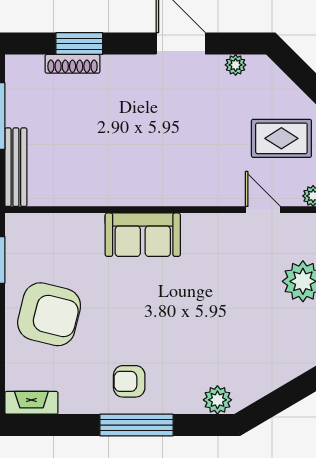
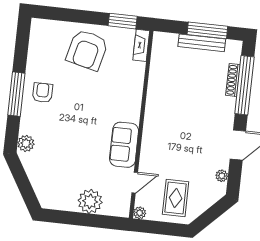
window: (79, 44) -> (244, 85), width x2.11
bench: (16, 167) -> (202, 43), moved
sofa: (143, 235) -> (124, 145), moved
fireplace: (31, 403) -> (141, 45), moved, turned 180

